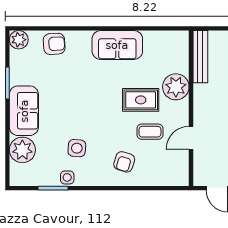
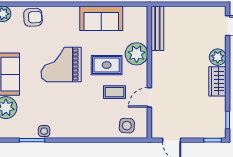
sofa: (117, 45) -> (101, 18), moved
grand piano: (87, 99) -> (61, 64), added
side table: (77, 148) -> (127, 126), moved
armchair: (124, 162) -> (93, 118), removed

